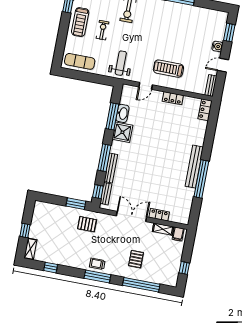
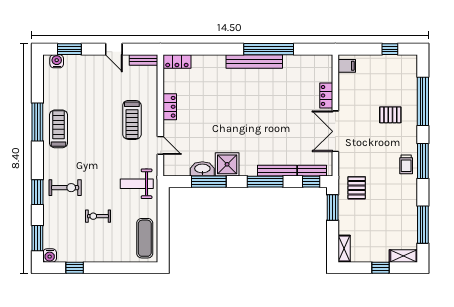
treadmill: (80, 22) -> (59, 129), moved, turned -90
water cooler: (217, 46) -> (57, 61), moved
shelving: (163, 229) -> (344, 248), moved
window: (51, 268) -> (423, 225), width x2.17

